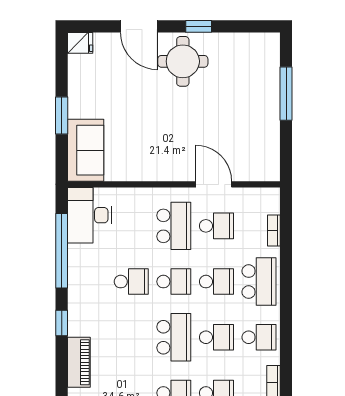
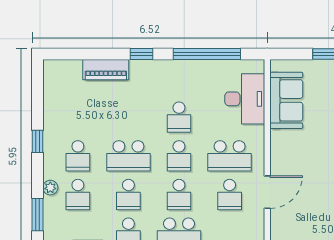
sofa: (86, 150) -> (286, 100), moved, turned -90
desk: (89, 215) -> (245, 99), moved, turned 90

